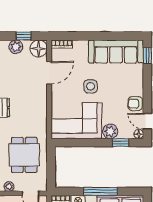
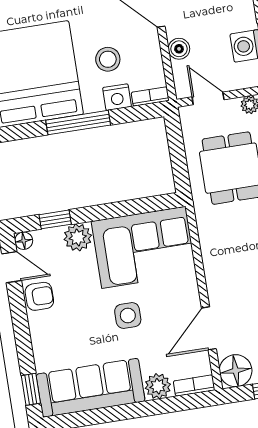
plant: (81, 47) -> (158, 386), added

